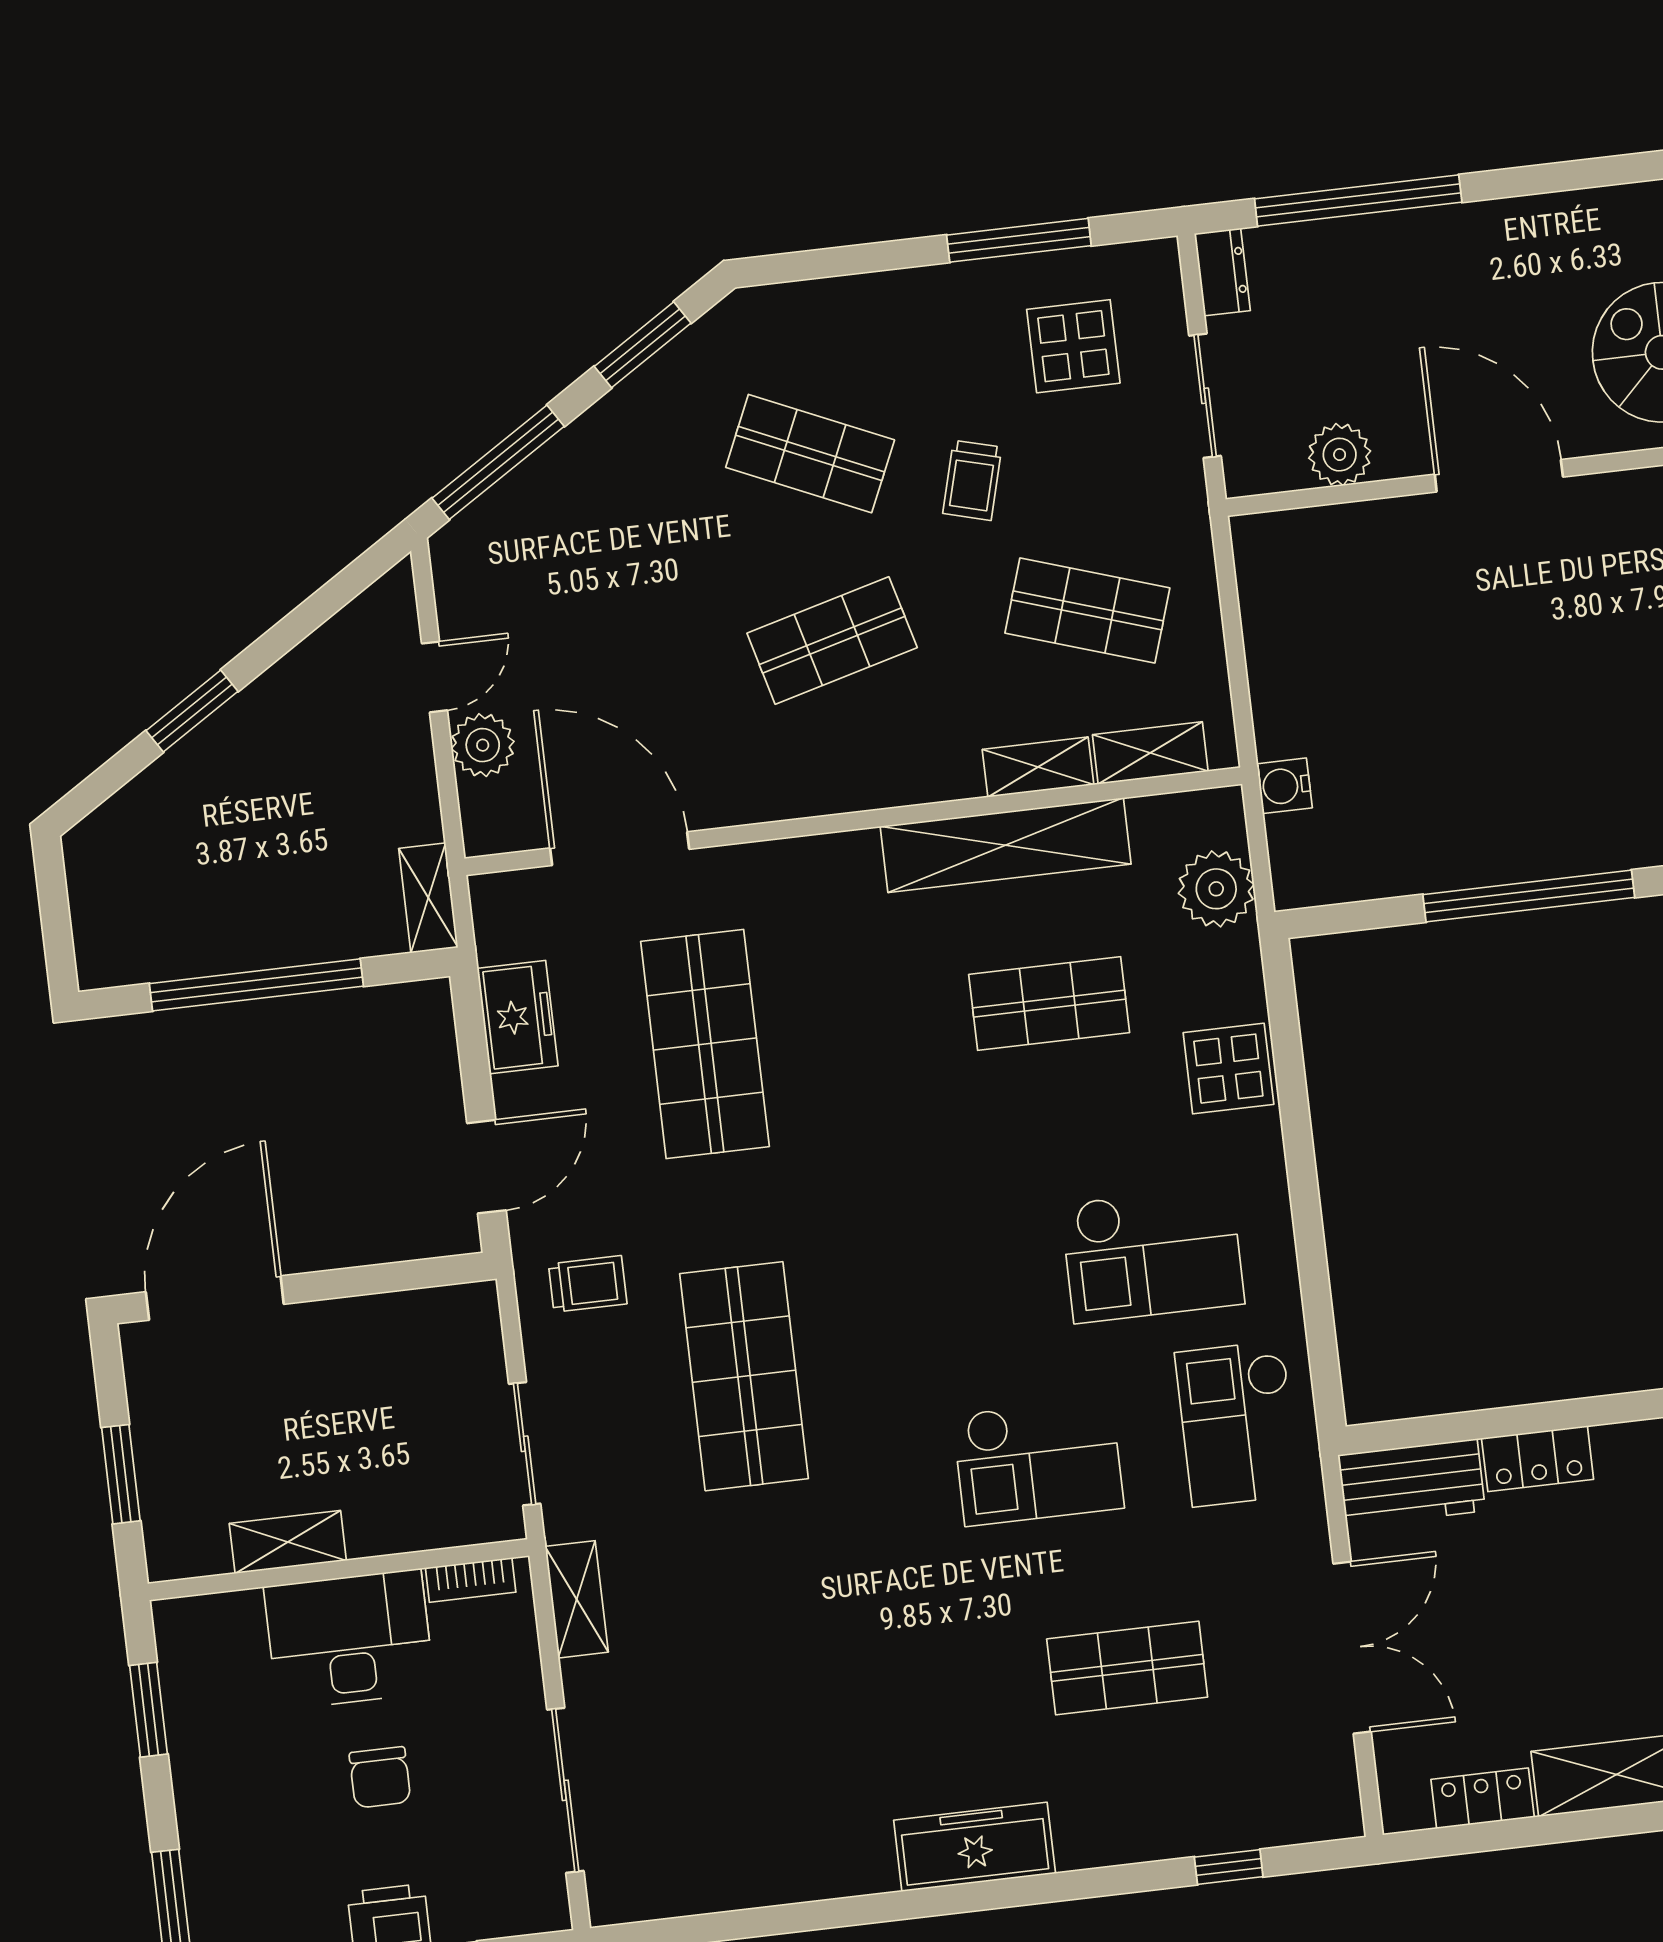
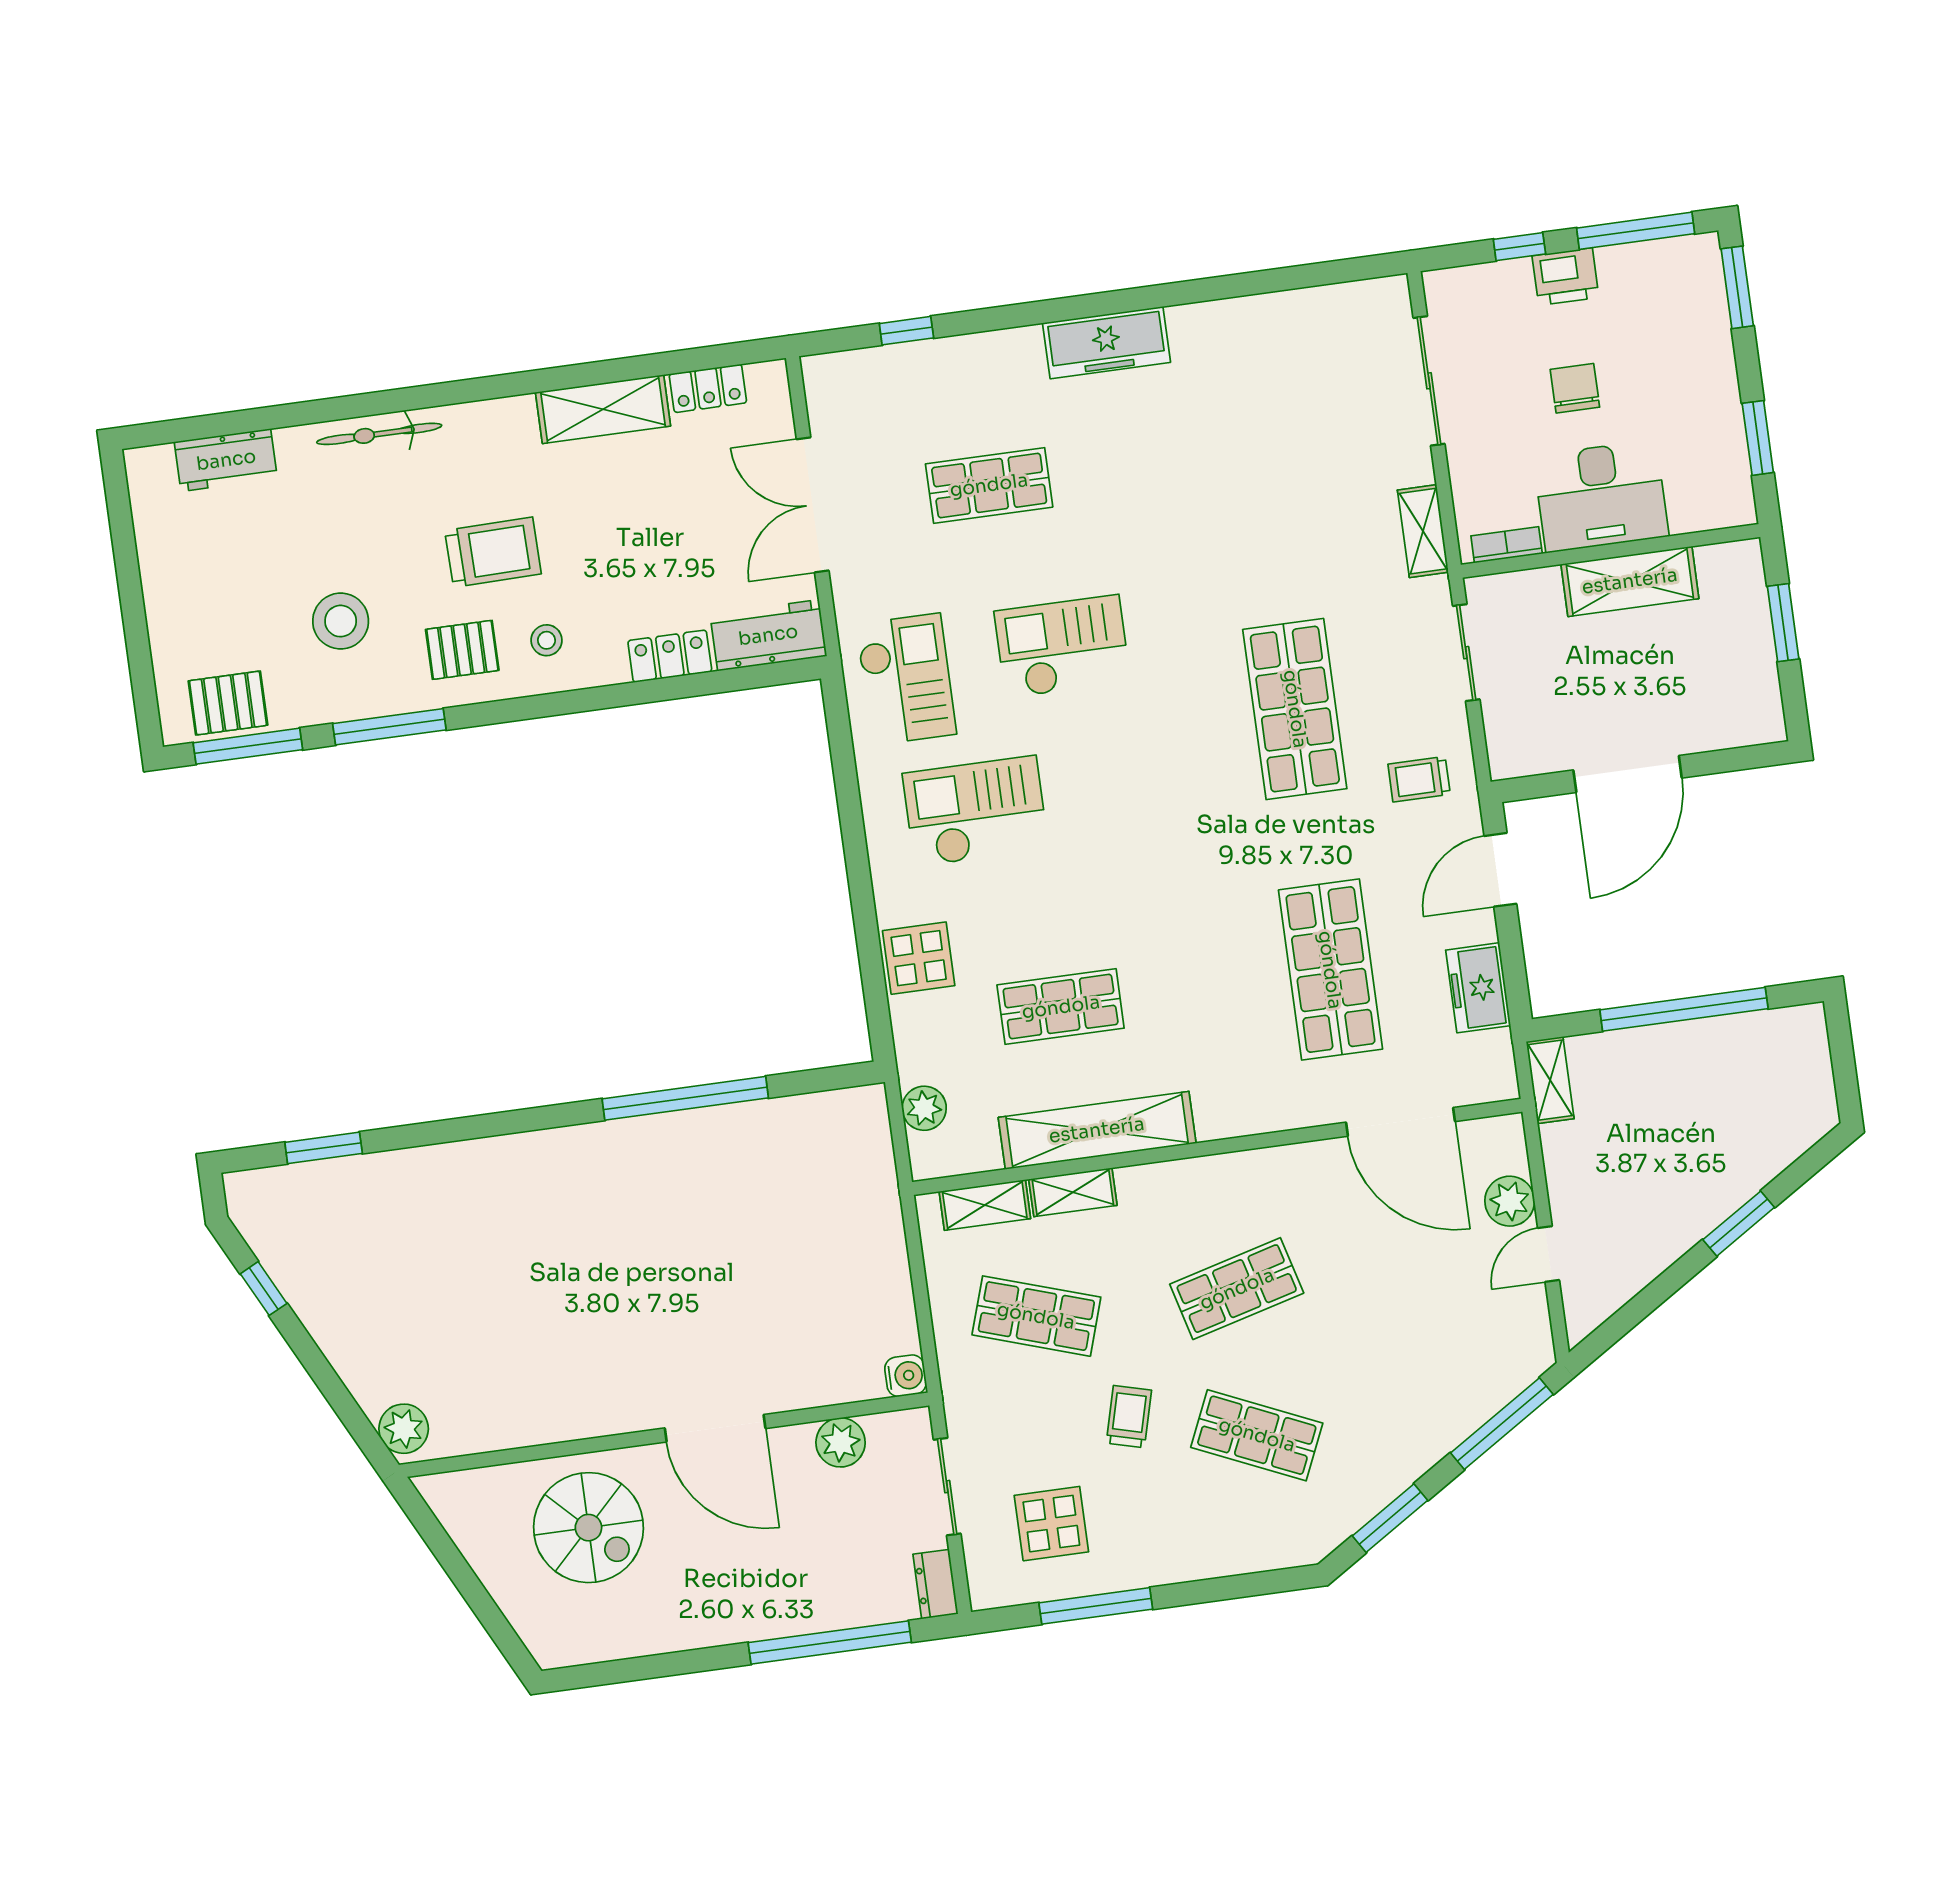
water cooler: (1284, 786) -> (906, 1376), moved
plant: (1216, 889) -> (924, 1108), width x0.73, depth x0.73
door: (215, 1298) -> (1628, 774), moved
shelving: (288, 1542) -> (1630, 581), width x1.50, depth x1.33

